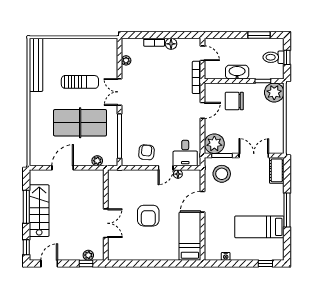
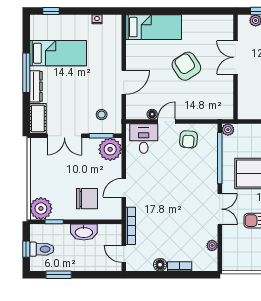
plant: (97, 161) -> (228, 130), moved
stool: (222, 174) -> (102, 115), width x0.53, depth x0.53
dresser: (278, 198) -> (36, 86), added
armchair: (148, 216) -> (186, 66), turned -33
bed: (190, 236) -> (154, 27), moved, turned -90

